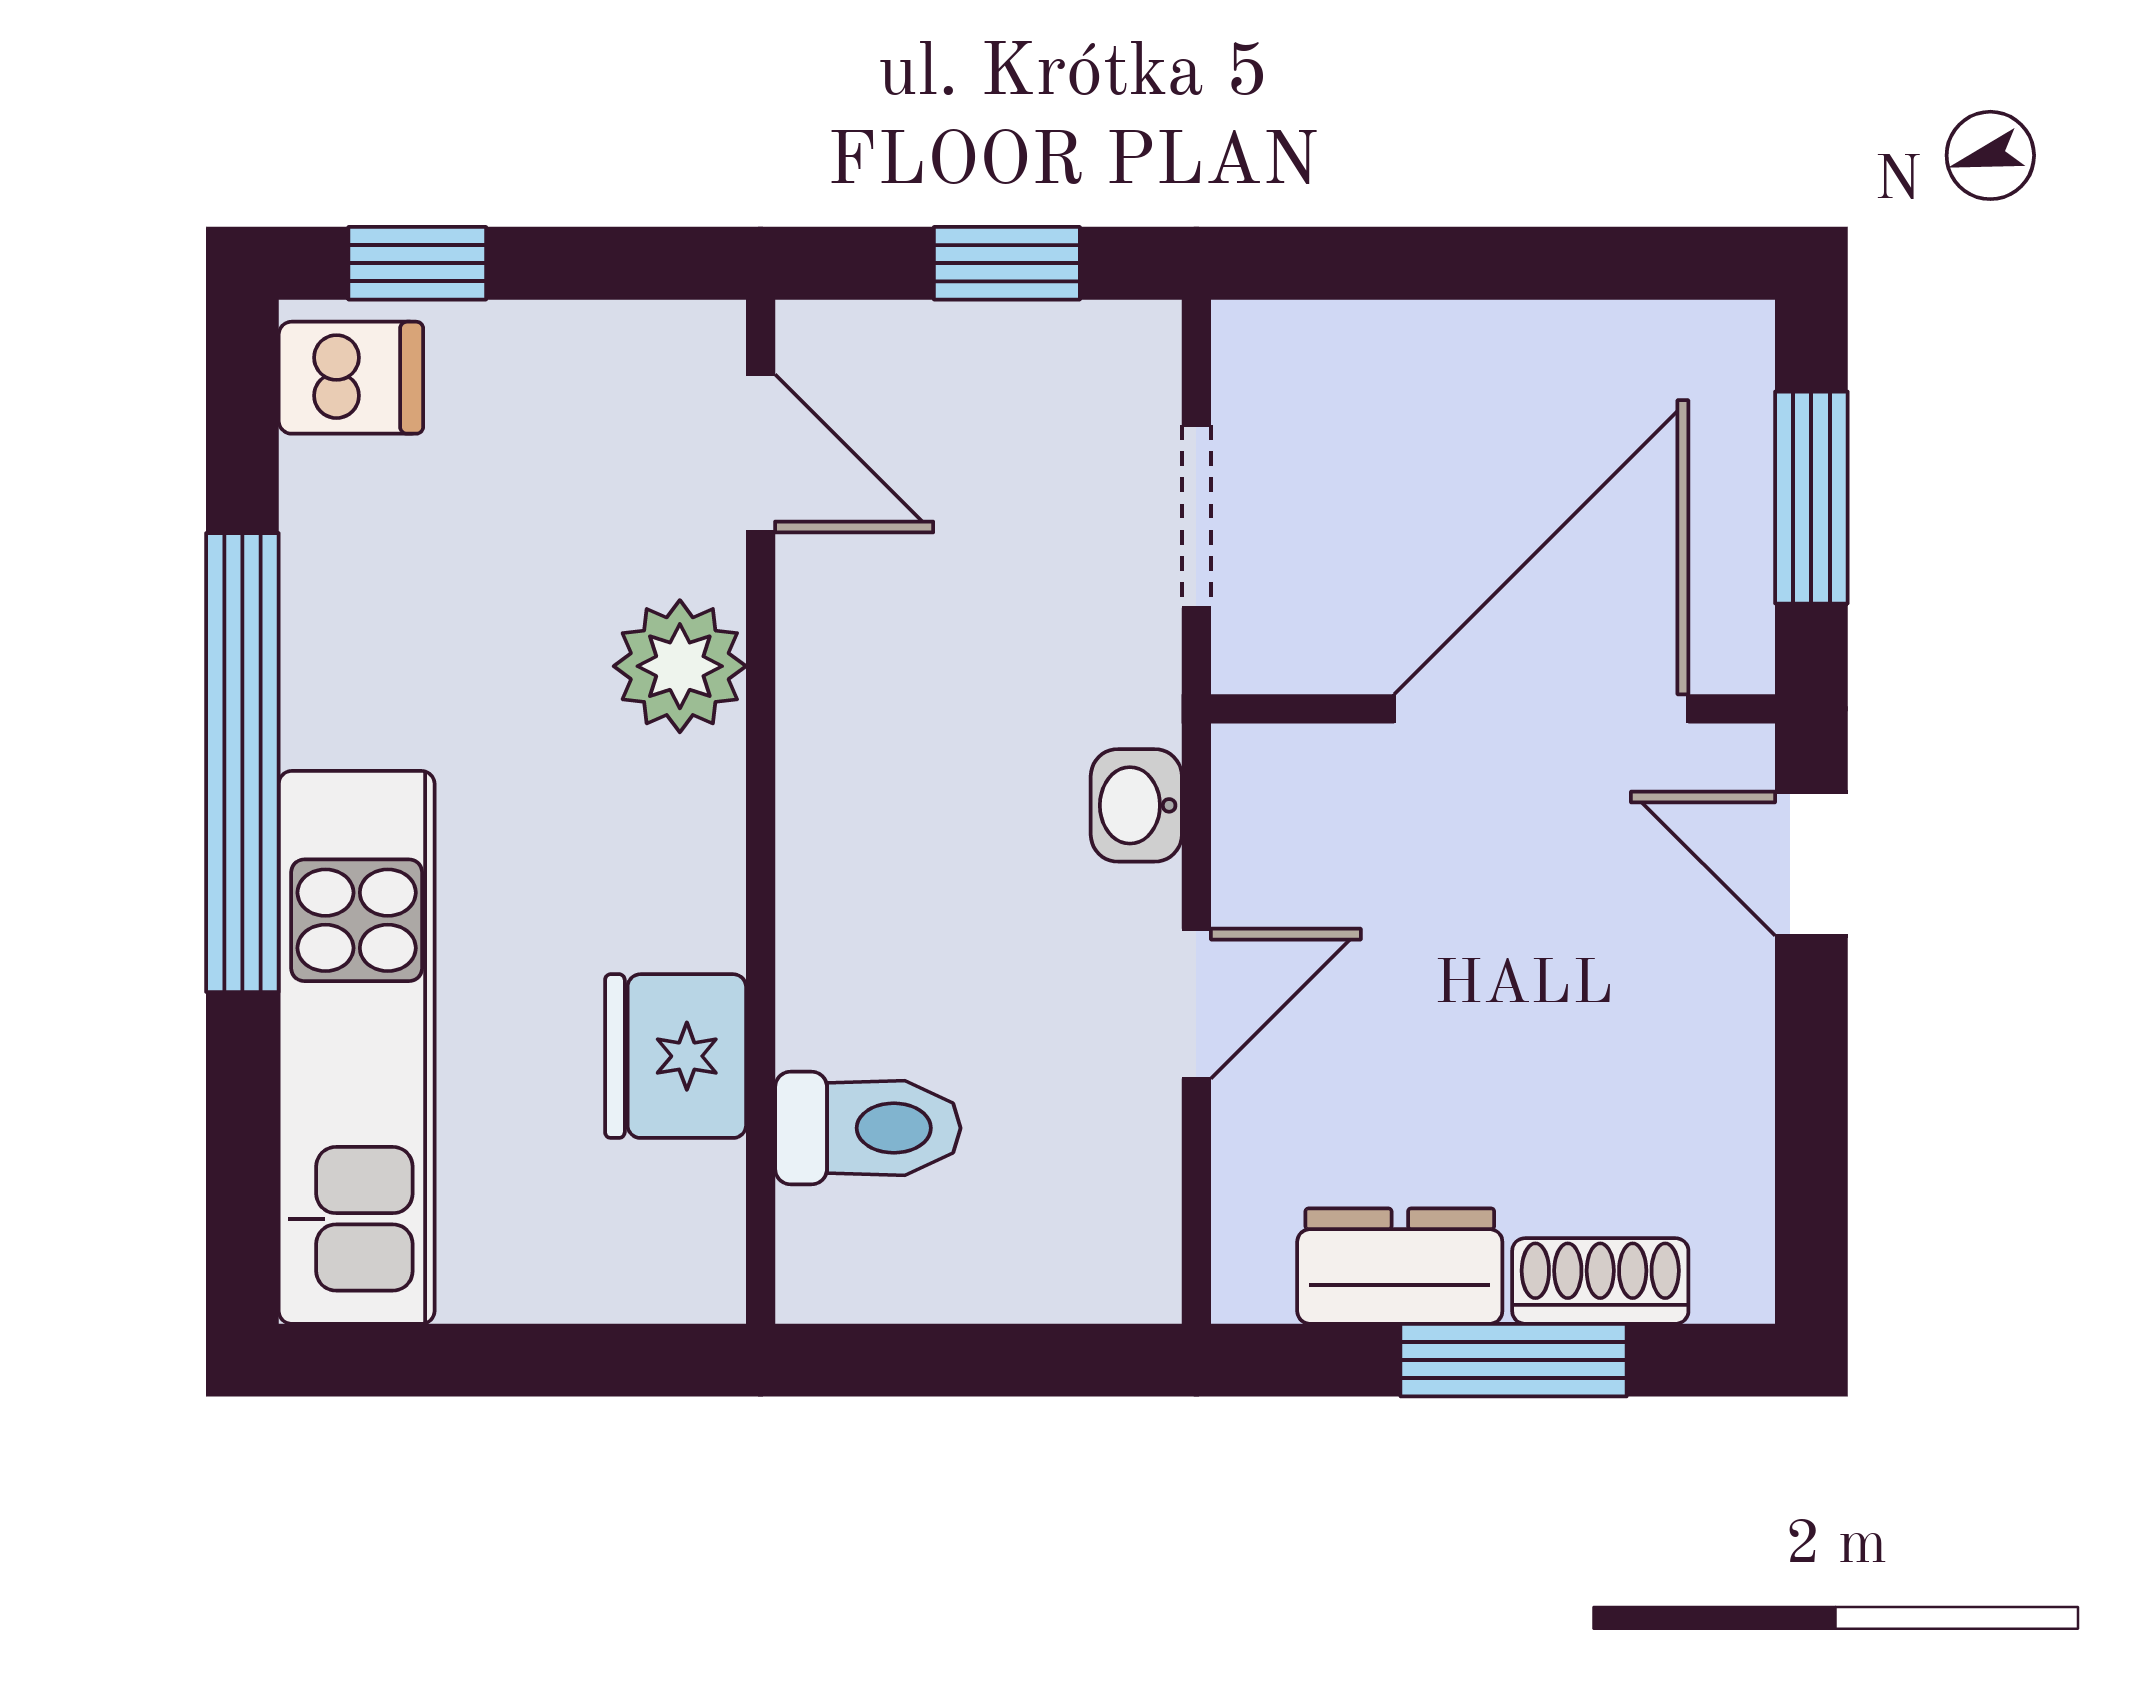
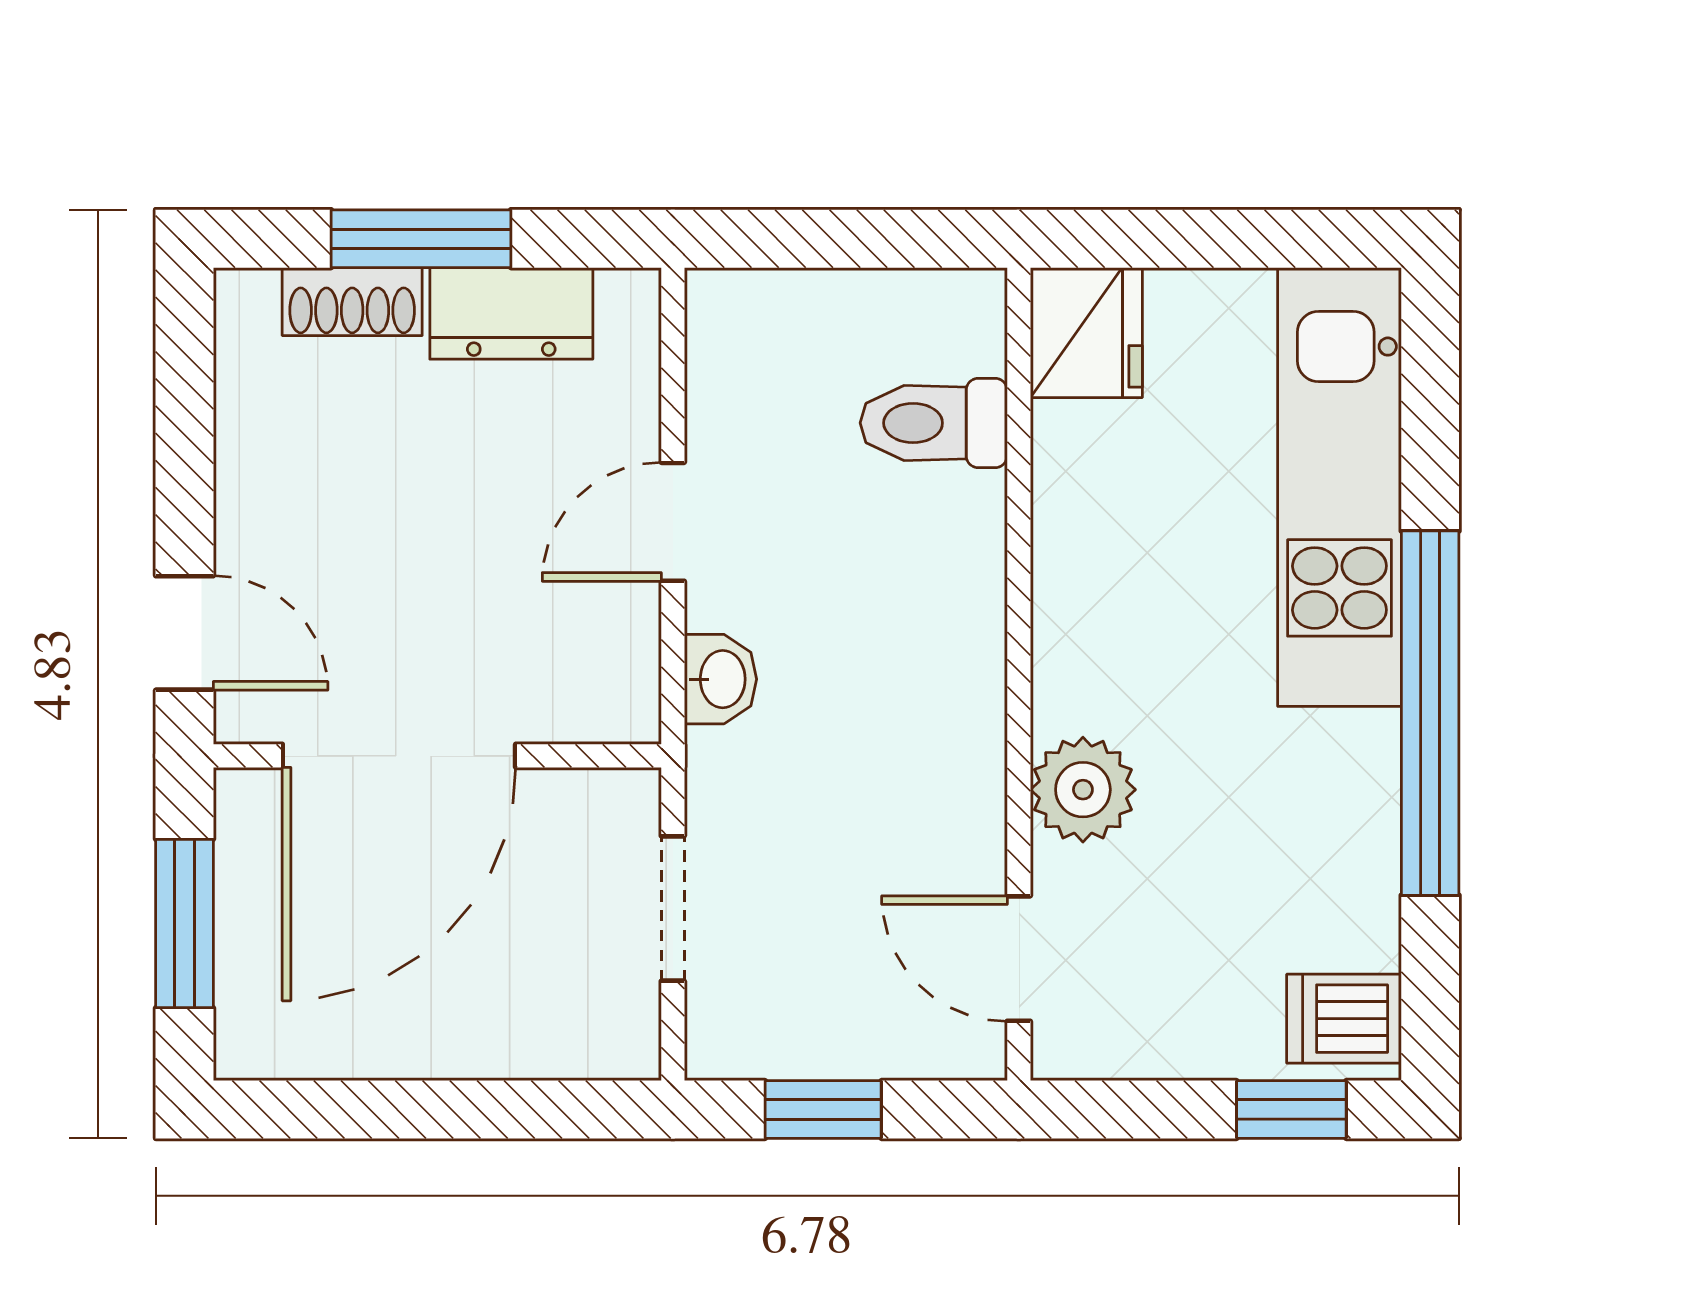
fridge: (676, 1056) -> (1086, 333), moved

